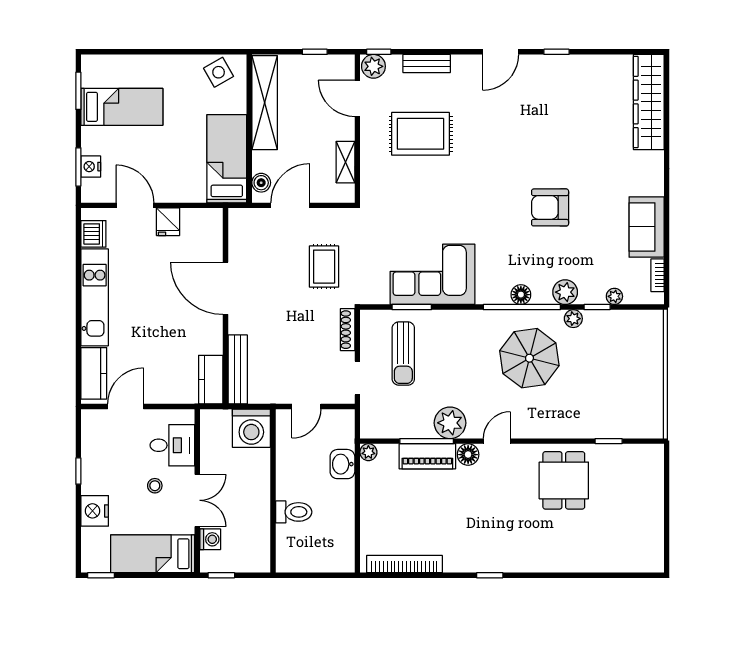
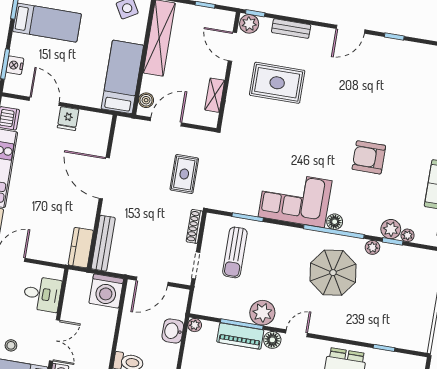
corner sofa: (433, 274) -> (295, 199), moved
plant: (565, 292) -> (391, 229), moved
door: (306, 407) -> (152, 281), width x1.38
stool: (155, 486) -> (11, 345), moved

